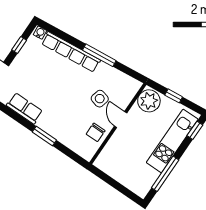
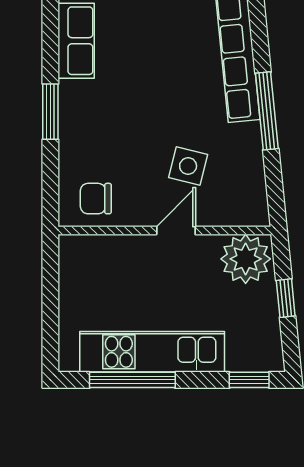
chair: (96, 132) -> (96, 199), moved
kitchen unit: (172, 141) -> (152, 352), moved

